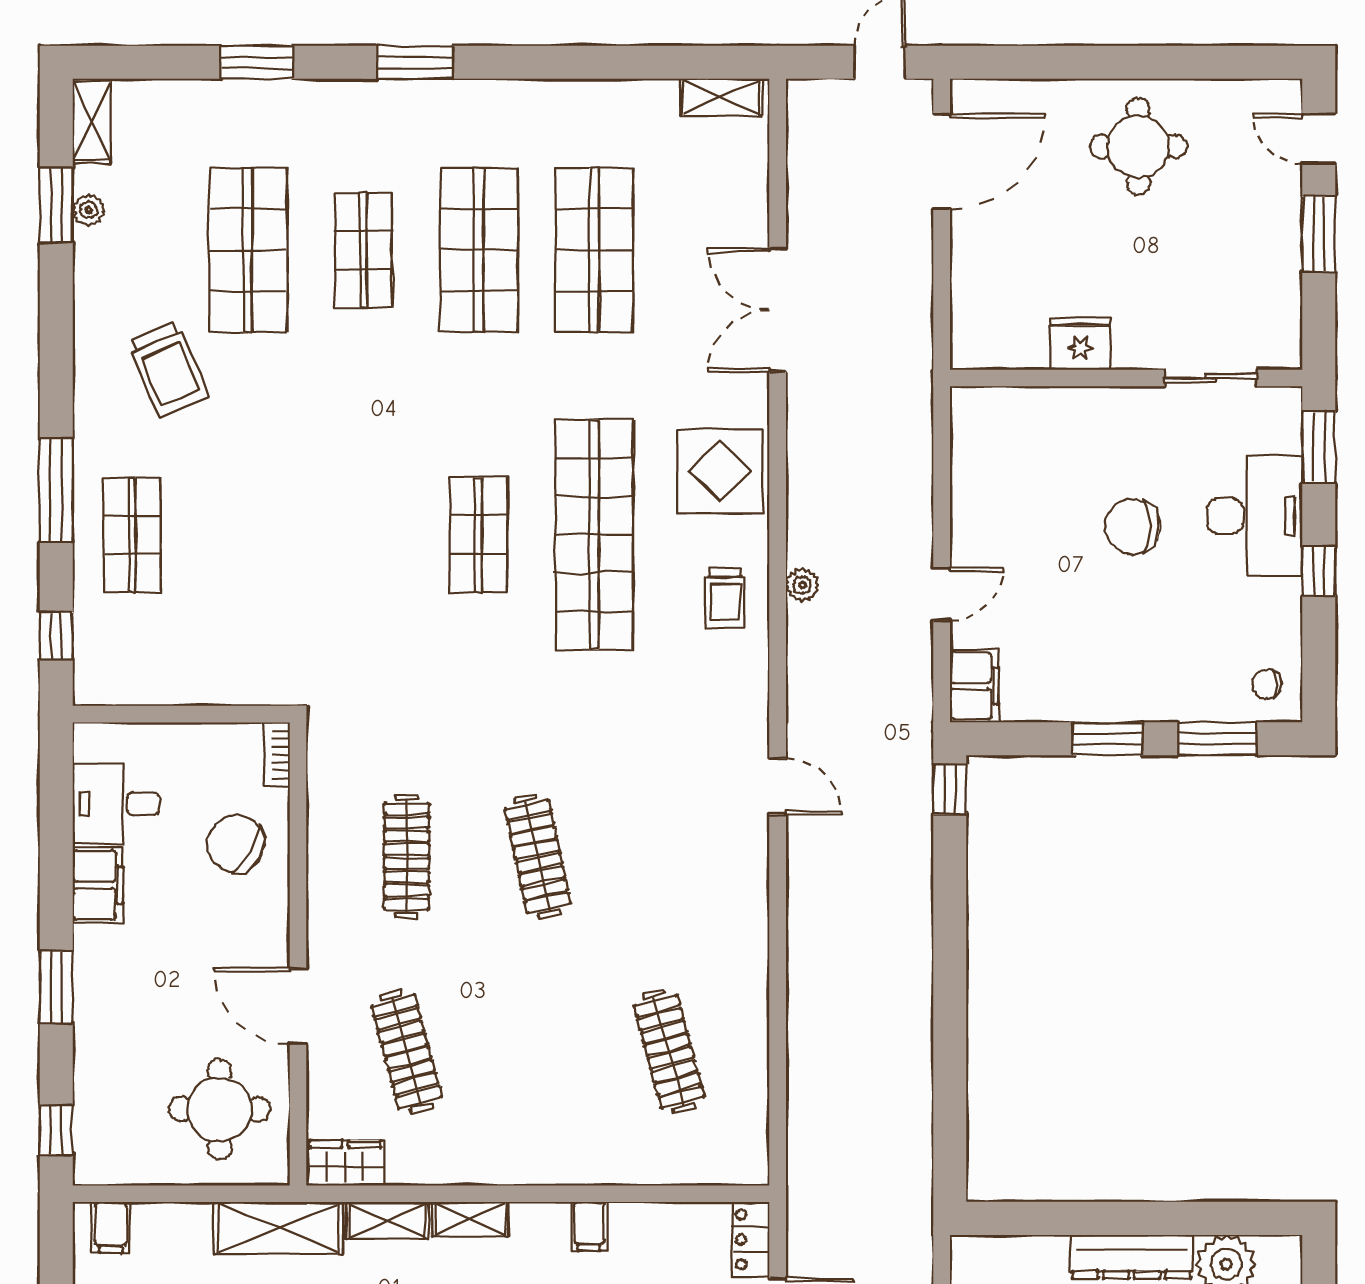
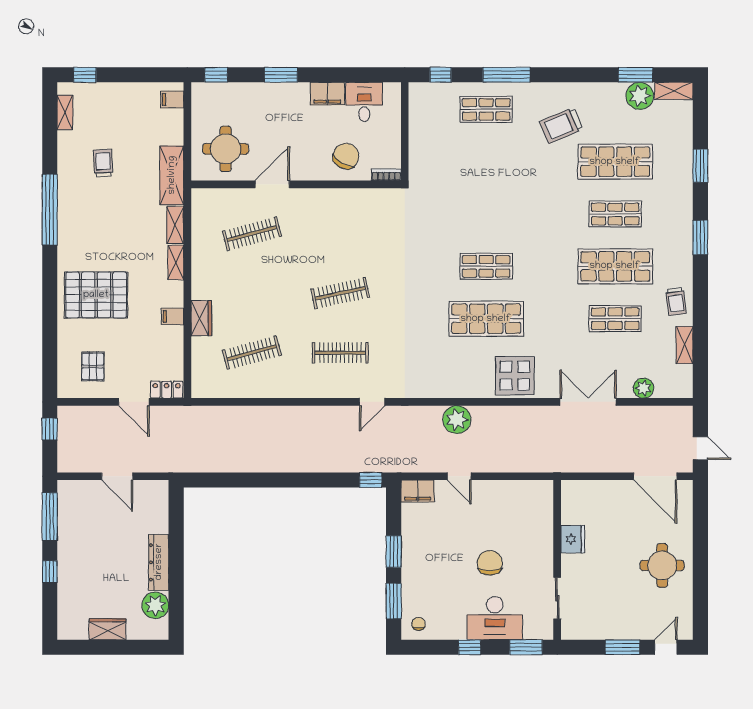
shelving: (721, 97) -> (685, 345), moved
plant: (747, 188) -> (644, 388), added
plant: (89, 210) -> (640, 96), width x1.87, depth x1.87
shop shelf: (594, 250) -> (615, 319), width x0.70, depth x0.74
shop shelf: (594, 535) -> (486, 319), width x0.71
plant: (802, 585) -> (457, 420), width x1.88, depth x1.88
trolley: (725, 598) -> (676, 302), moved, turned -97
clothes rail: (407, 856) -> (340, 353), moved
wardrobe: (345, 1163) -> (201, 318), moved

